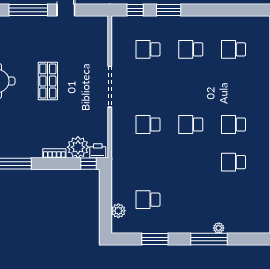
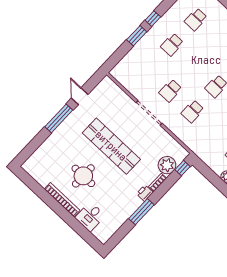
window: (135, 10) -> (153, 19), moved
school desk: (148, 49) -> (170, 91), moved
shop shelf: (48, 81) -> (111, 146), width x2.00, depth x1.36
printer: (98, 151) -> (145, 193), moved

